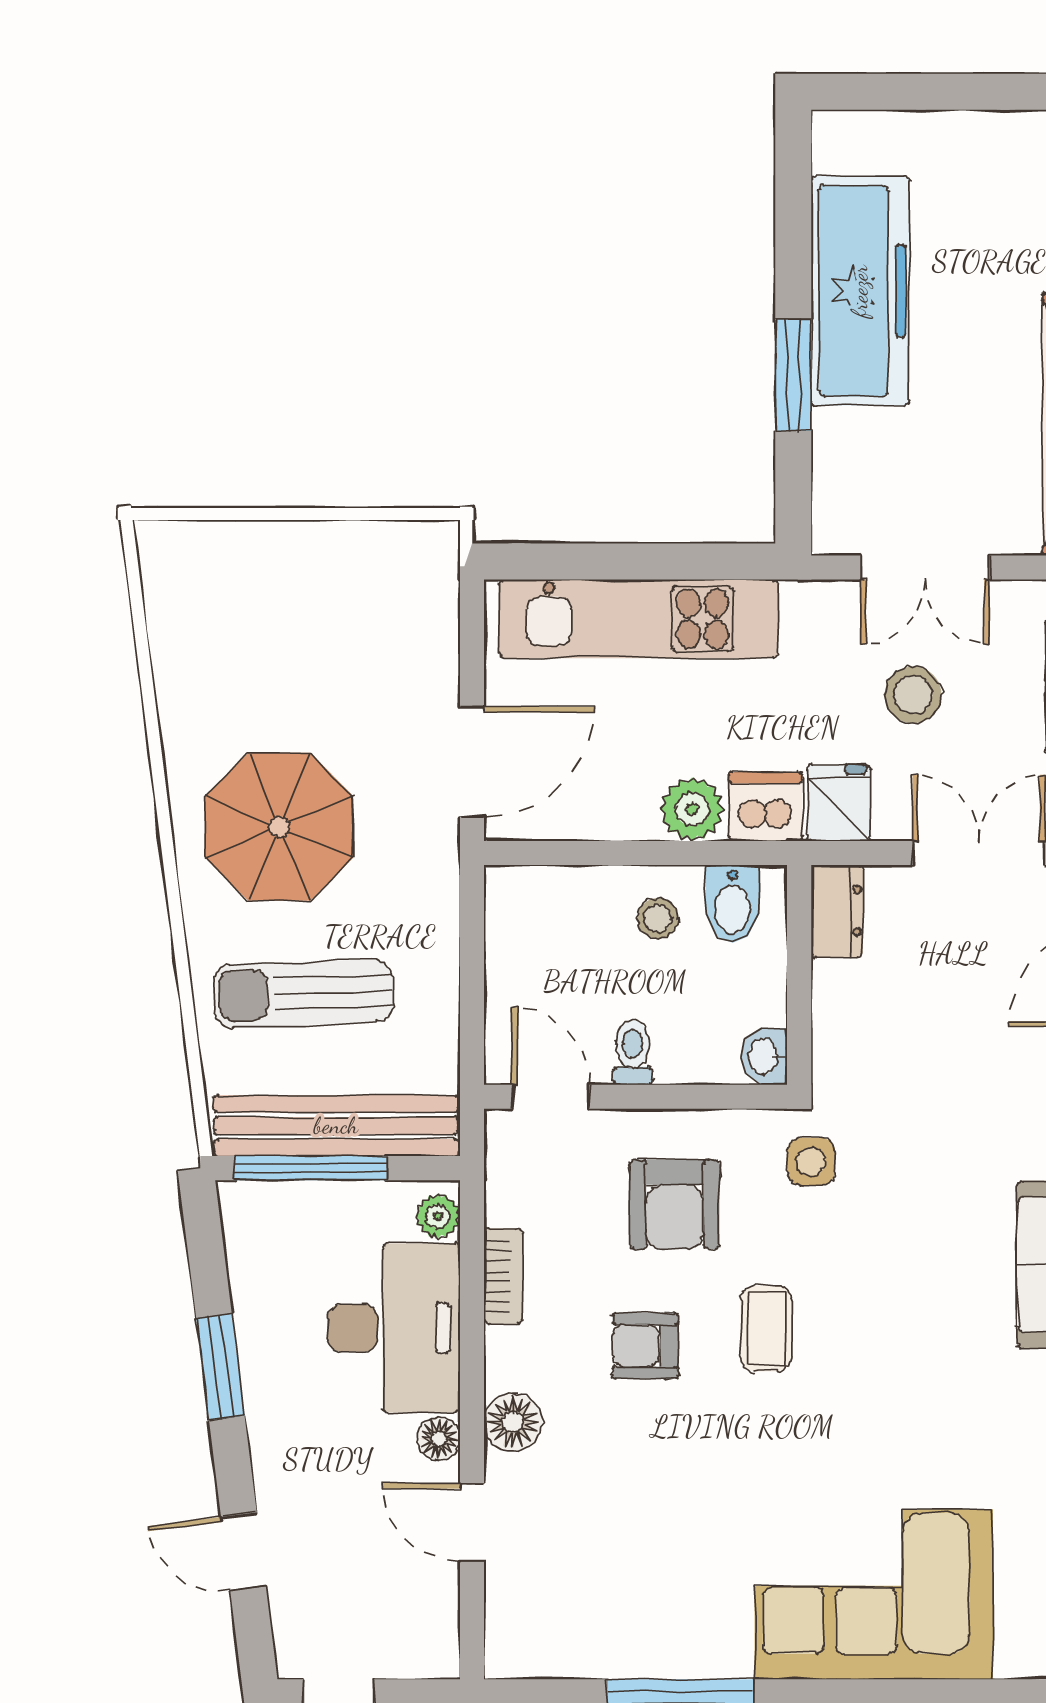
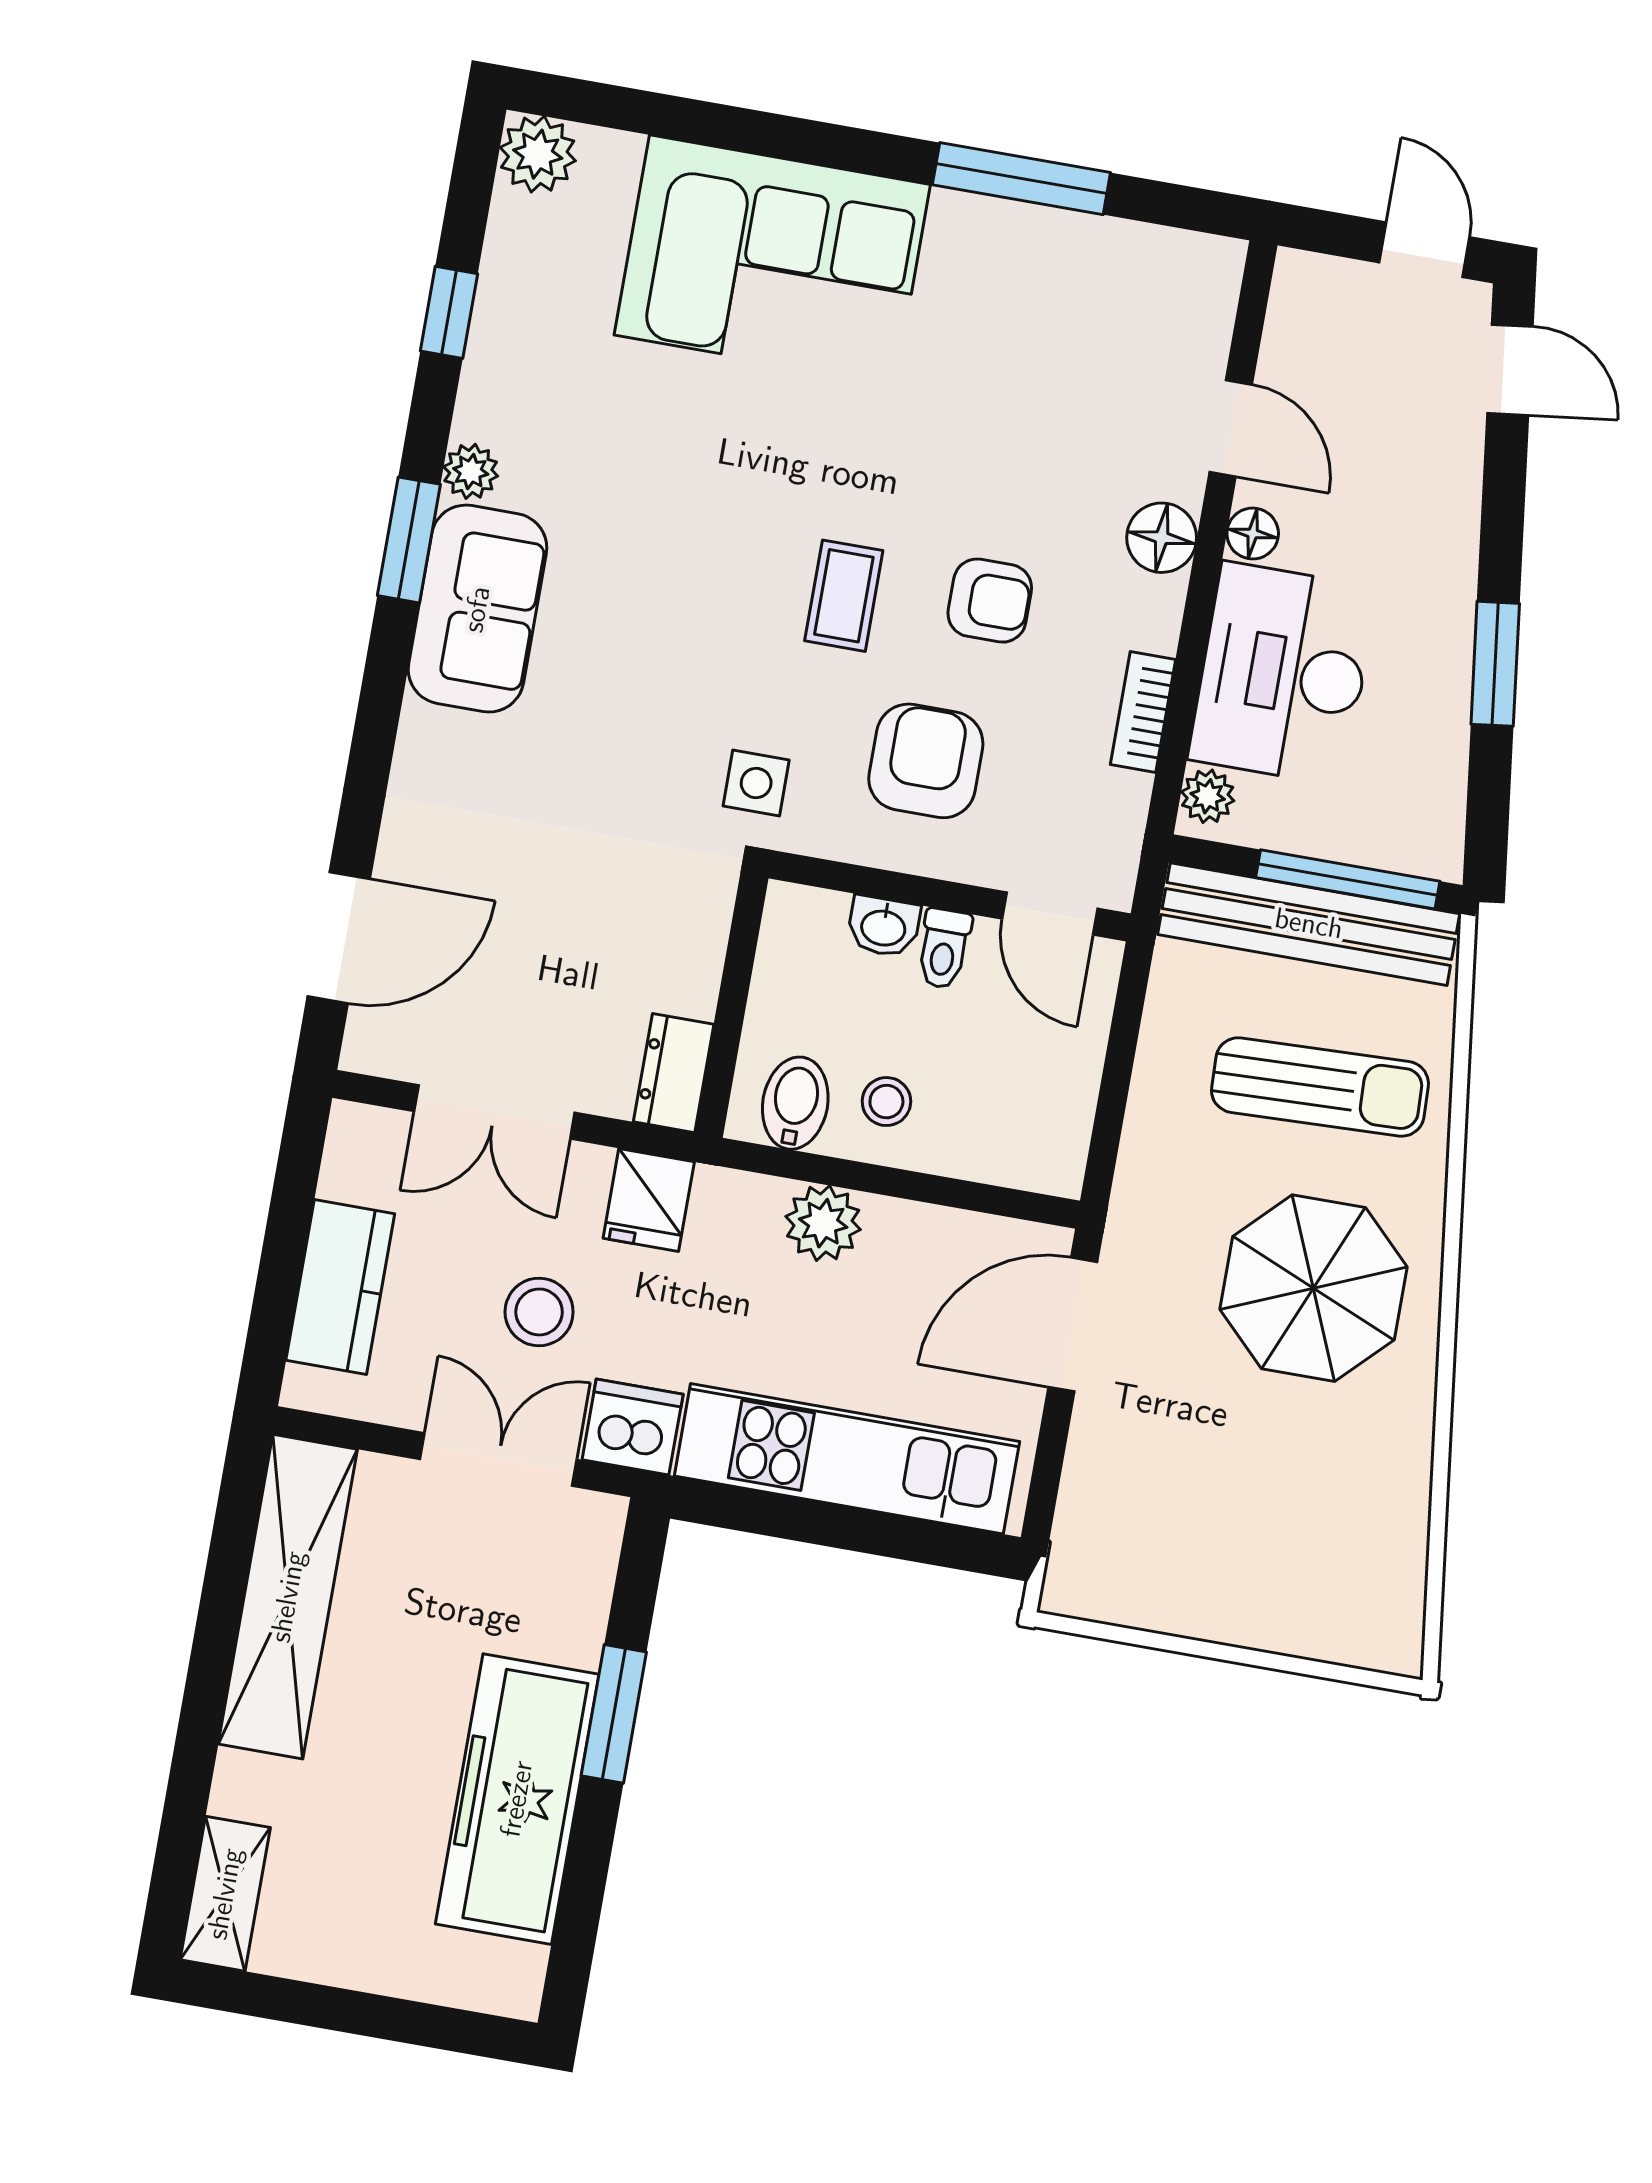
dishwasher: (766, 807) -> (633, 1427), moved, turned 180
washbasin: (764, 1057) -> (884, 926), moved, turned 90
door: (243, 1552) -> (1510, 370), moved

